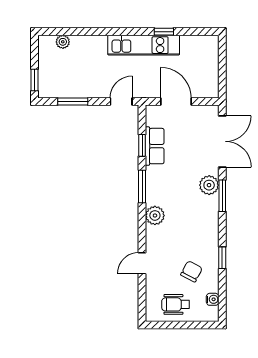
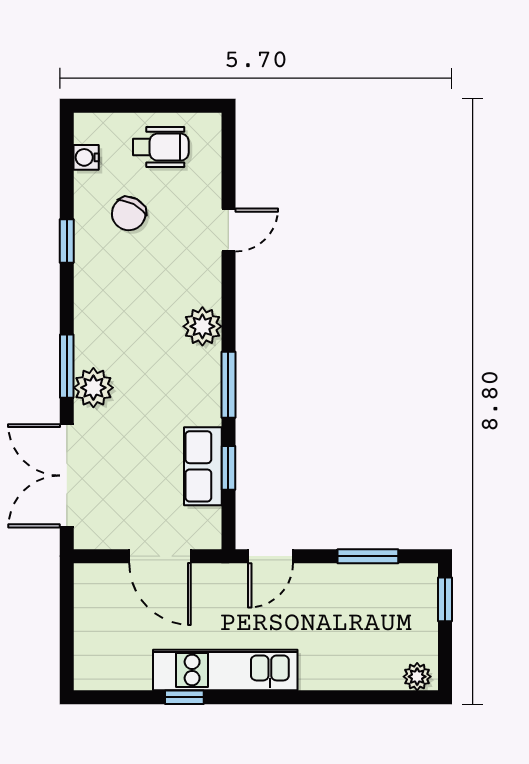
plant: (63, 42) -> (417, 677), moved

